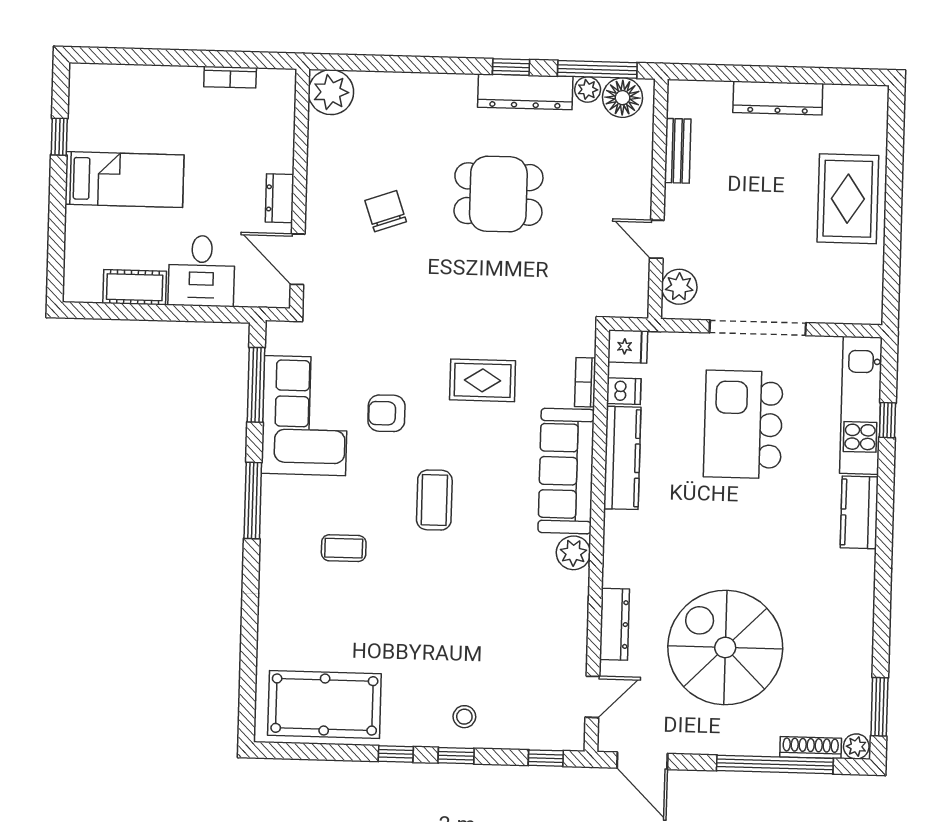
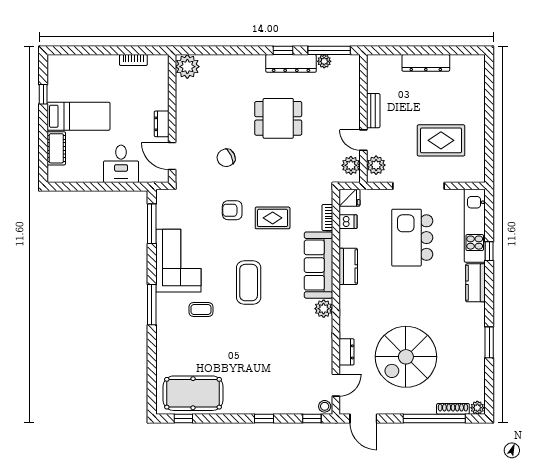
floor lamp: (623, 98) -> (343, 65), removed
bench: (678, 151) -> (373, 111), moved
rug: (848, 199) -> (441, 140), moved, turned 90
chair: (386, 211) -> (226, 158), moved, turned -96
plant: (632, 286) -> (351, 165), added
cot: (135, 287) -> (56, 148), moved, turned 90
armchair: (386, 413) -> (232, 210), moved
corner sofa: (305, 416) -> (178, 261), moved
window: (887, 420) -> (489, 251), moved
kitchen counter: (622, 458) -> (348, 266), width x0.67
window: (253, 500) -> (152, 305), moved
coffee table: (434, 500) -> (249, 283), width x1.36, depth x1.32
dresser: (614, 624) -> (347, 352), width x0.70
spiral stairs: (725, 647) -> (406, 357), turned -90
window: (879, 707) -> (489, 342), moved
stool: (464, 717) -> (325, 406), moved
window: (396, 754) -> (183, 419), moved

